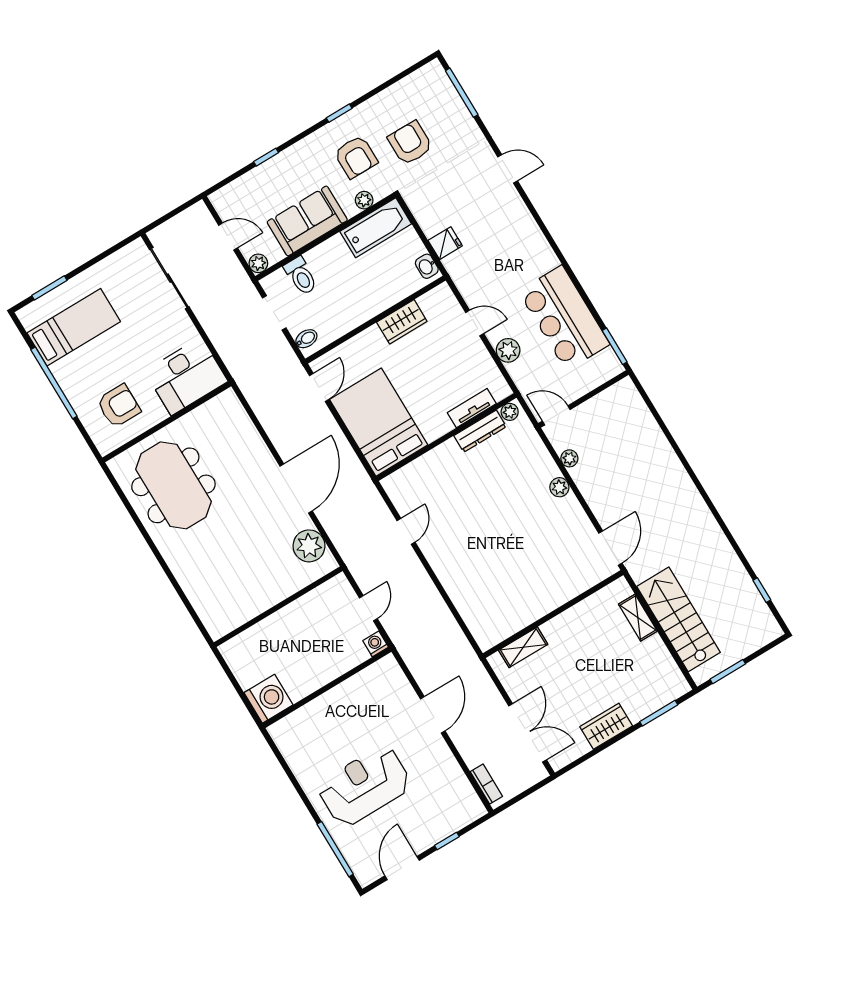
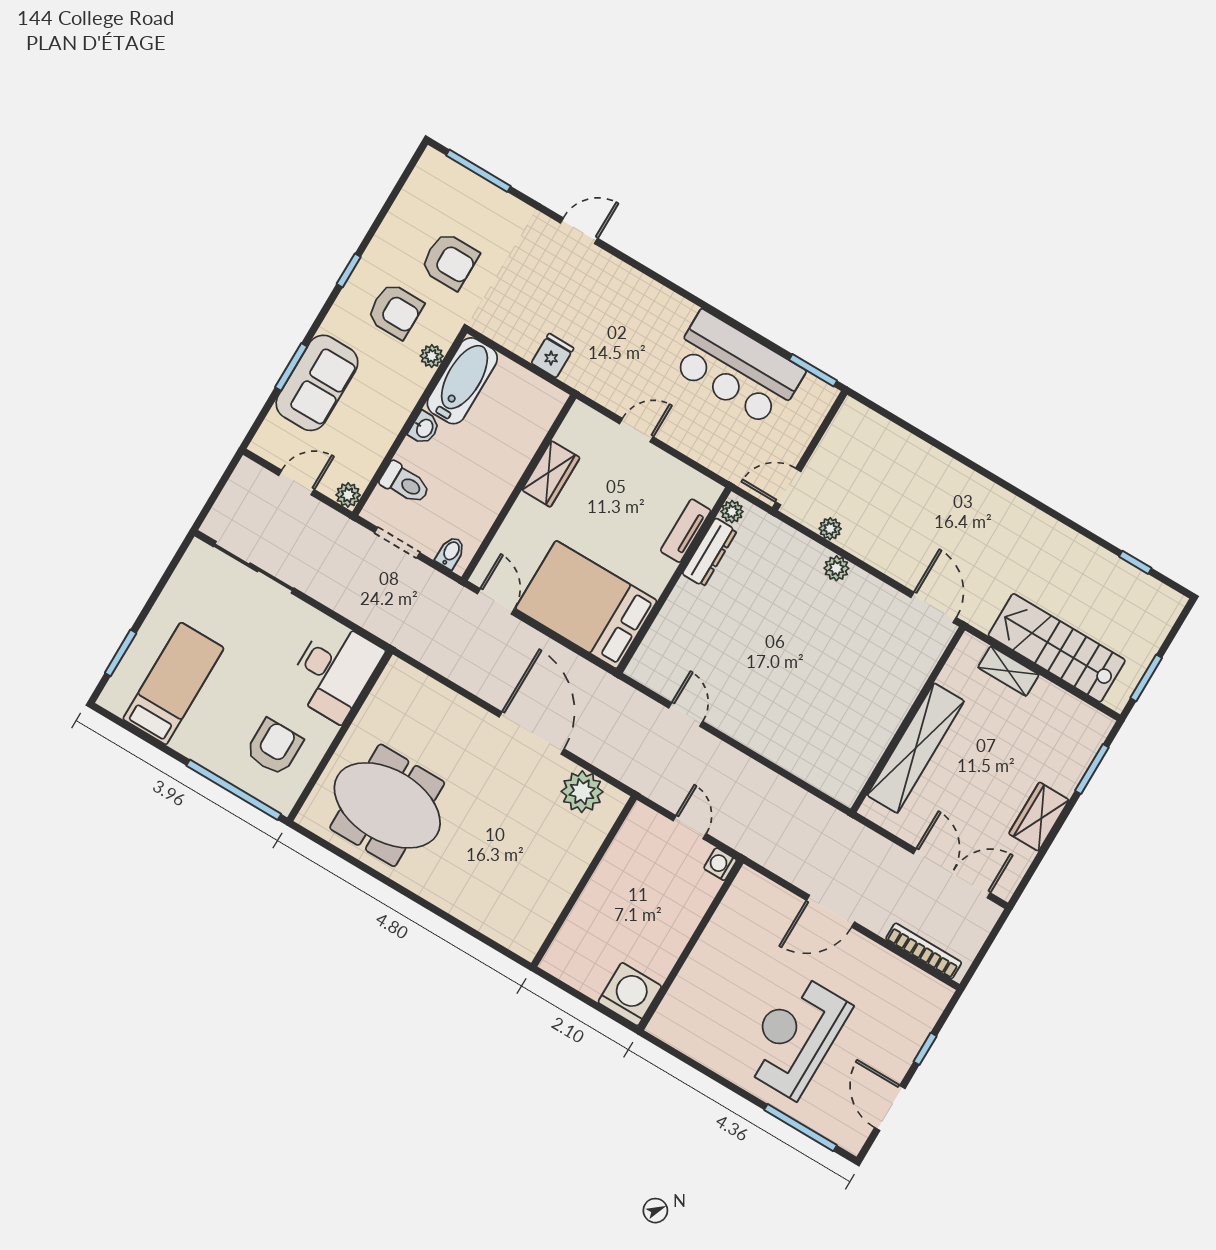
armchair: (410, 143) -> (450, 261), turned 180
window: (266, 157) -> (291, 367), width x1.50
sofa: (307, 221) -> (317, 383), moved, turned 180
washbasin: (427, 266) -> (424, 428), moved, turned -90
plant: (508, 350) -> (692, 441), removed
window: (54, 383) -> (234, 790), moved
shelving: (523, 647) -> (916, 748), width x2.20, depth x1.33
door: (433, 715) -> (831, 911), swing flipped
bookcase: (486, 784) -> (924, 951), width x1.56

